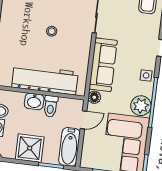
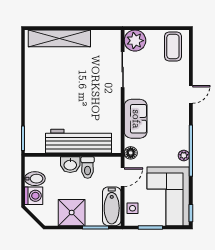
stool: (52, 31) -> (79, 91), removed
sofa: (103, 65) -> (136, 119), width x0.73
side table: (146, 75) -> (132, 208), moved
plant: (141, 106) -> (184, 155), width x0.53, depth x0.53

